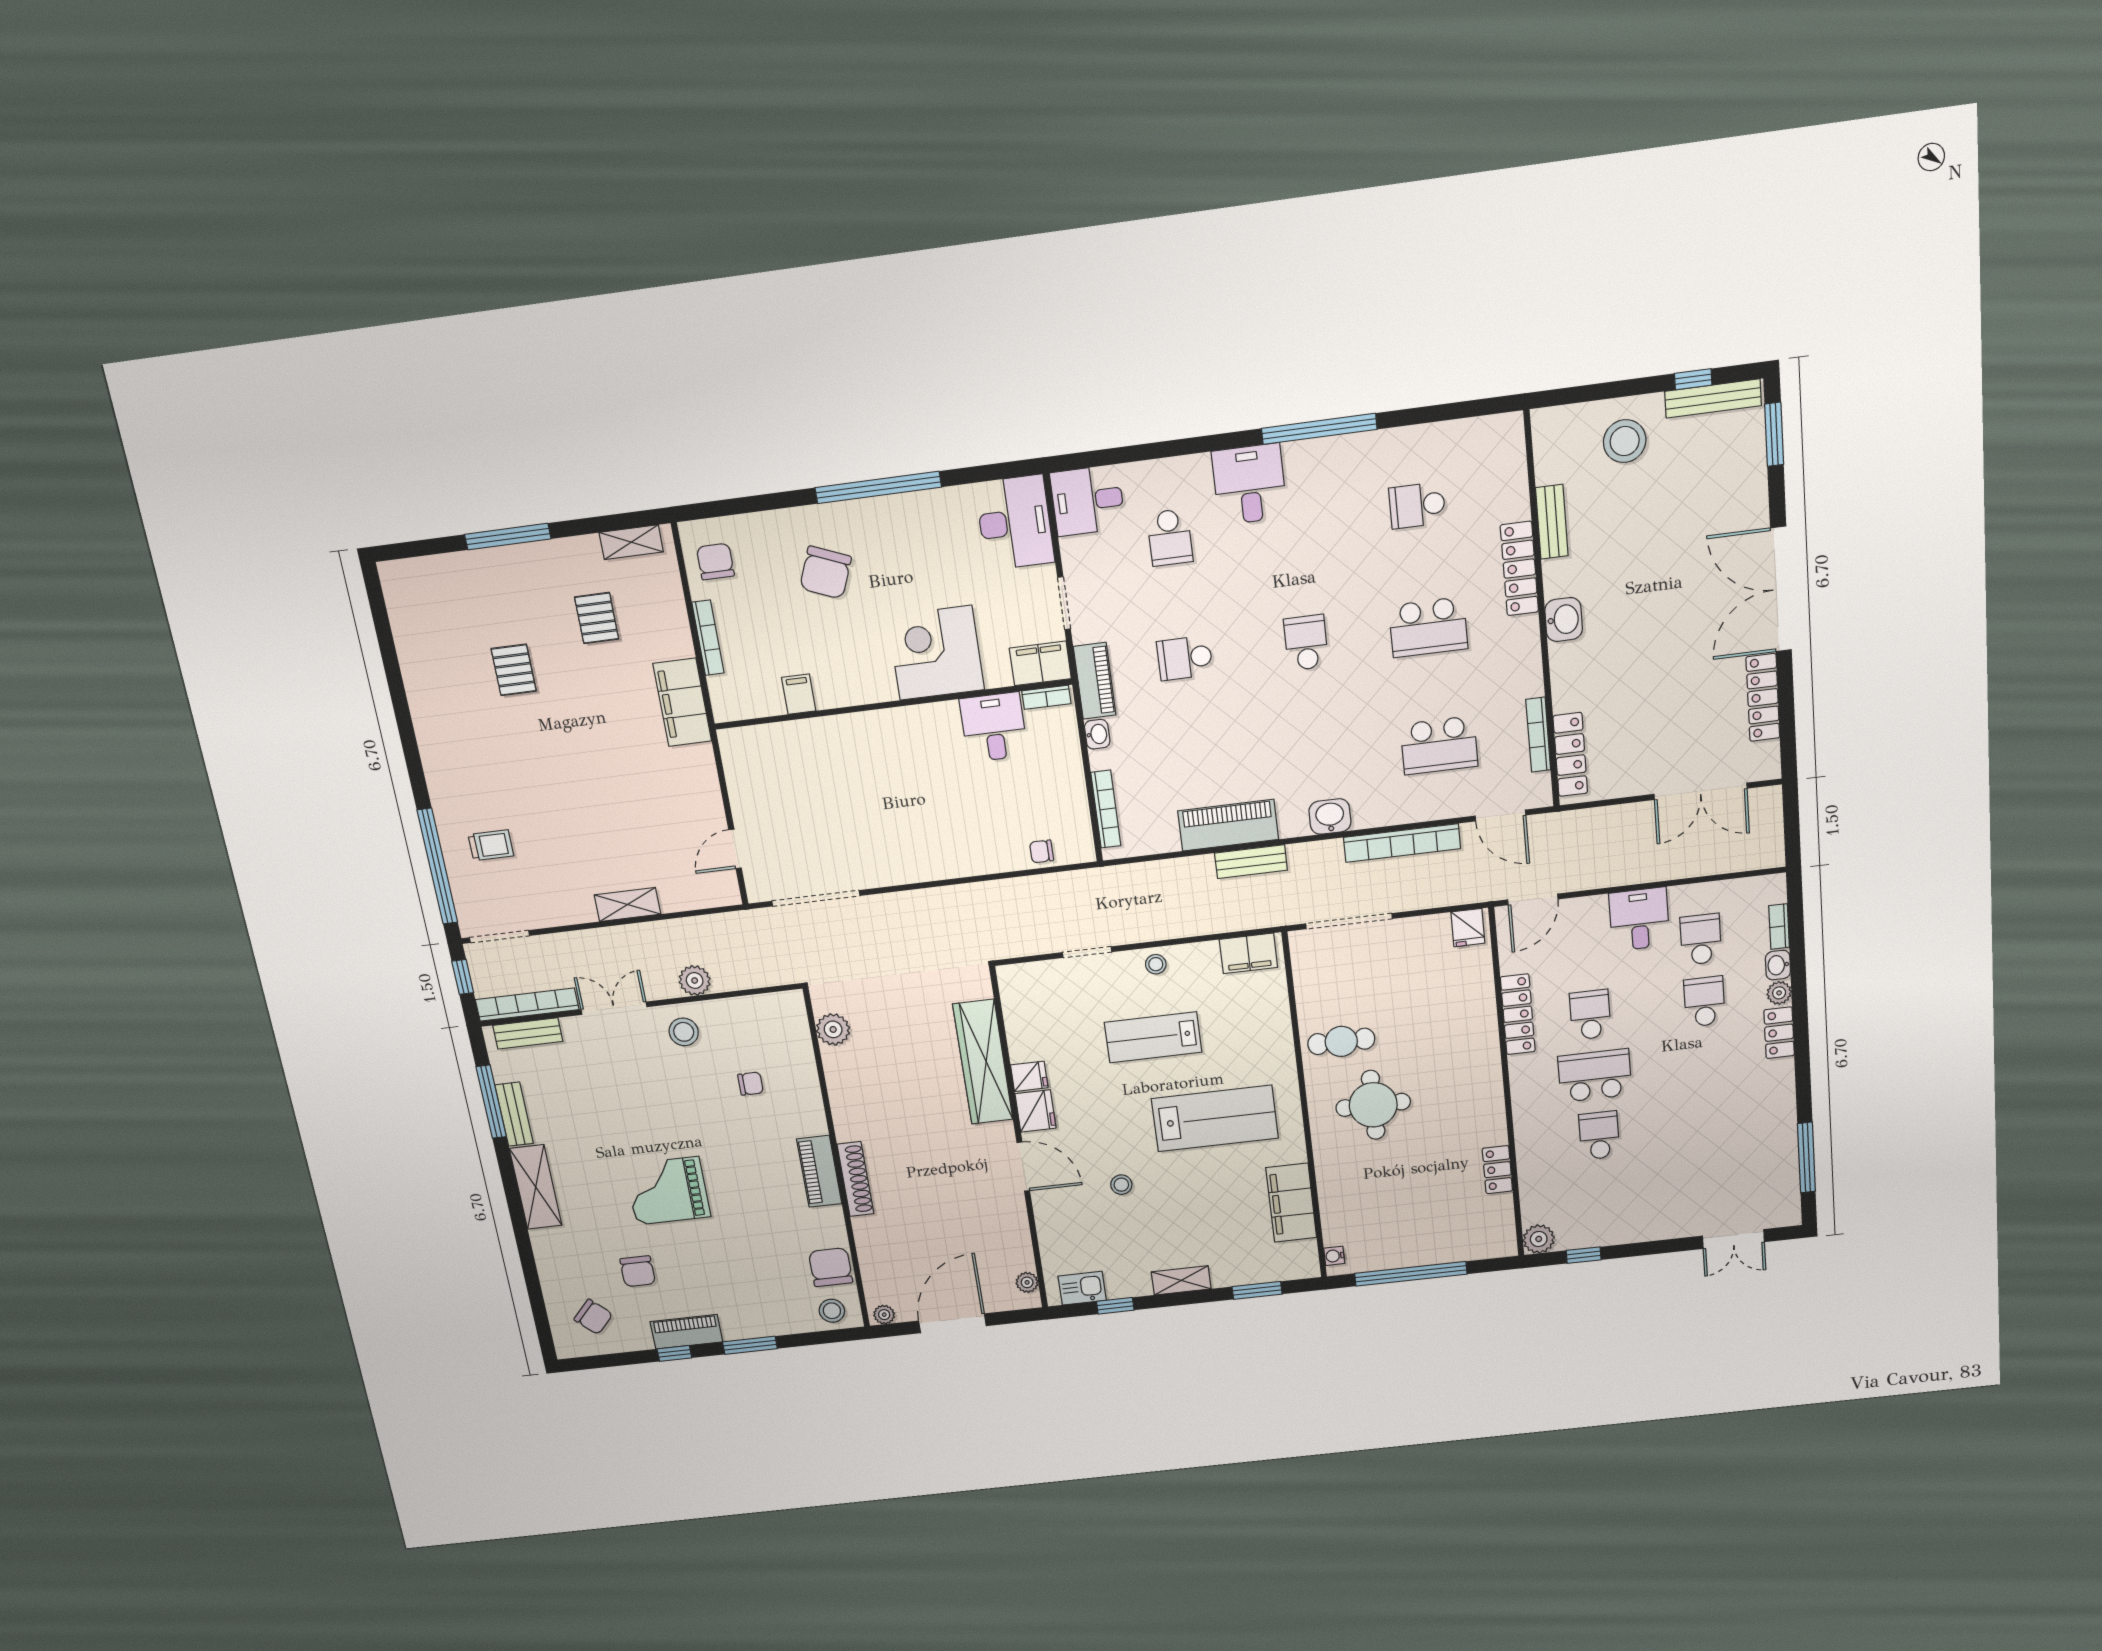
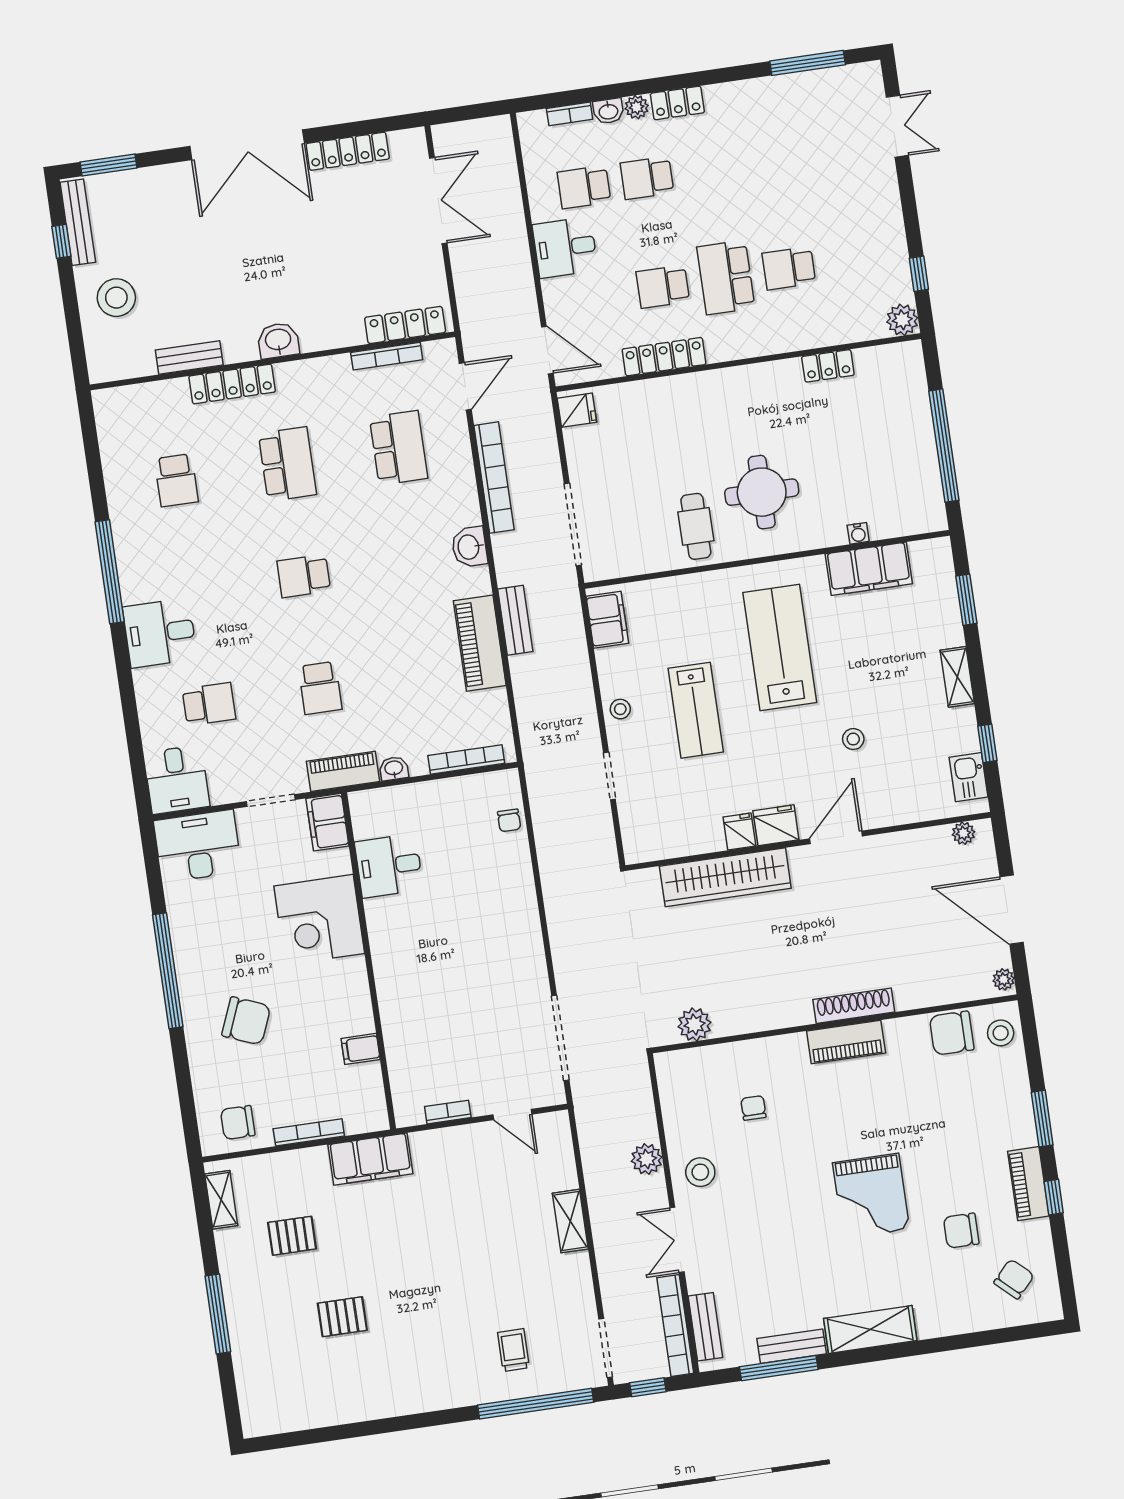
bookcase: (1046, 697) -> (448, 1112), moved, turned -90
water cooler: (1334, 1256) -> (858, 533), moved
chair: (638, 1271) -> (961, 1231), turned 180

